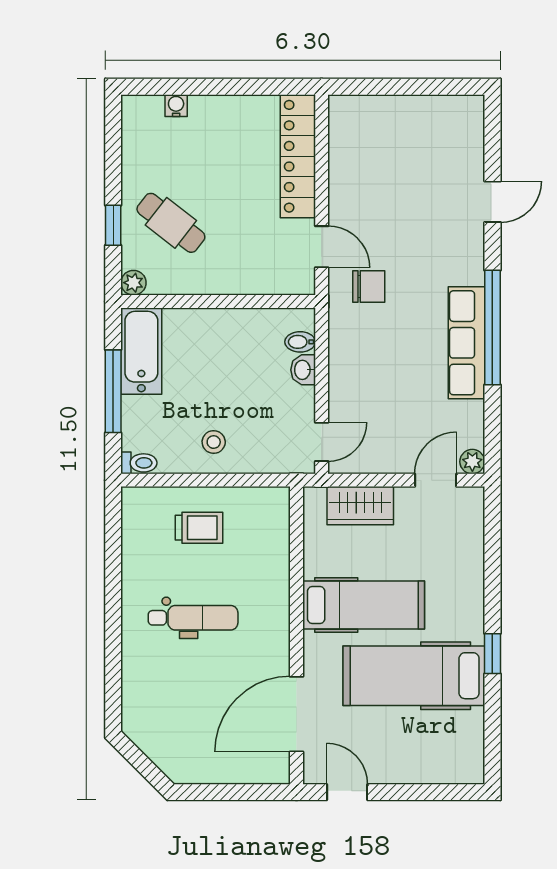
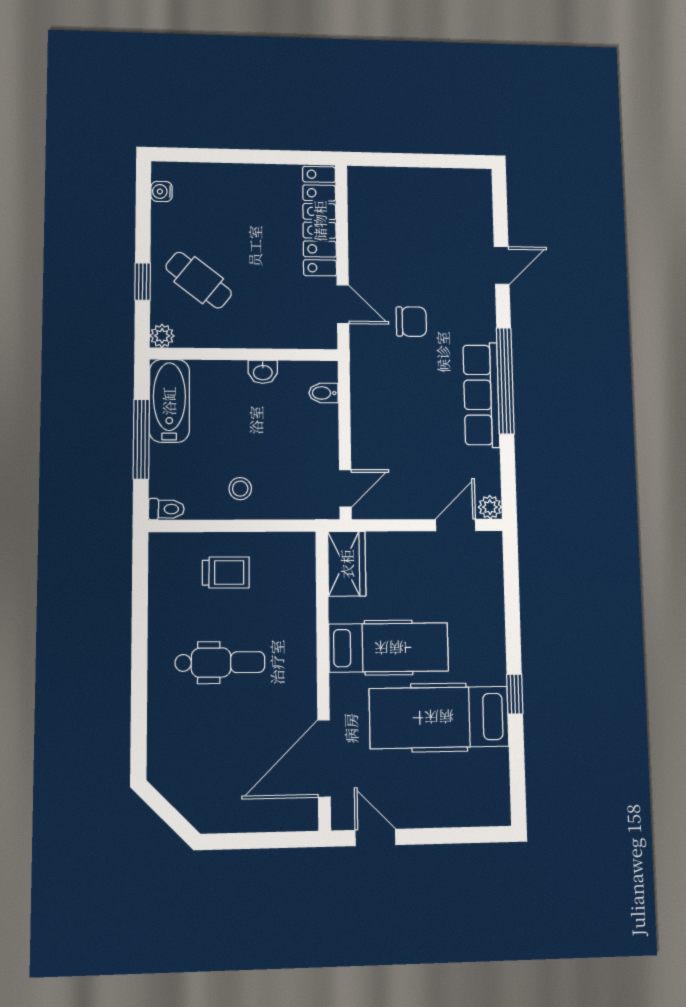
water cooler: (176, 106) -> (162, 192), moved, turned -90
chair: (369, 286) -> (411, 322), moved
washbasin: (303, 370) -> (263, 372), moved, turned -90
wardrobe: (360, 506) -> (347, 564), moved, turned -90

